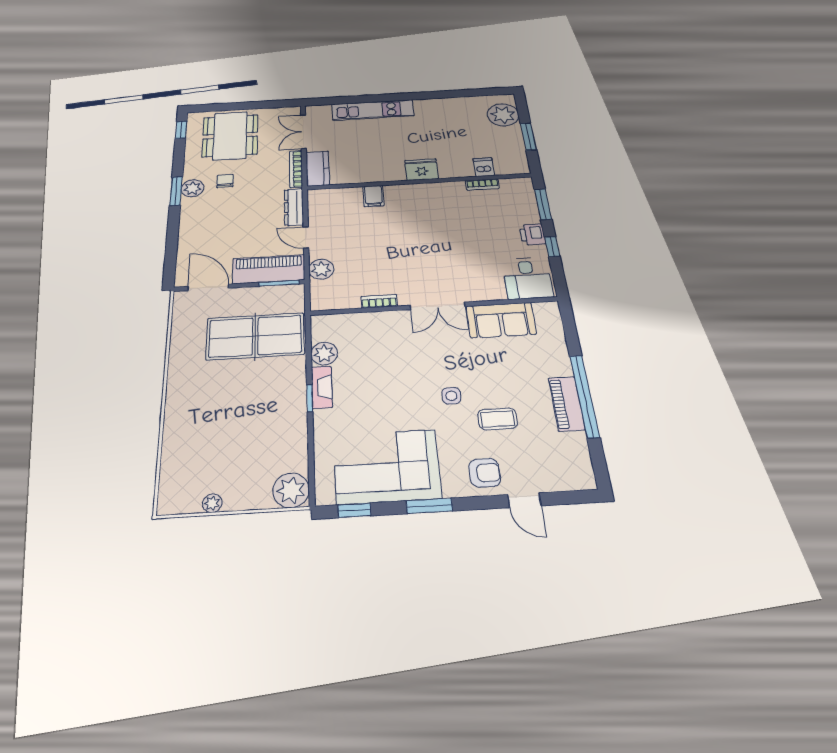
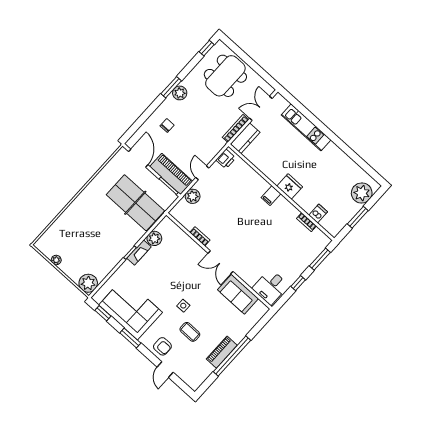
chair: (225, 181) -> (167, 125), moved
filing cabinet: (373, 196) -> (271, 196), moved
dresser: (294, 207) -> (213, 150), removed
printer: (532, 235) -> (226, 159), moved, turned 180

